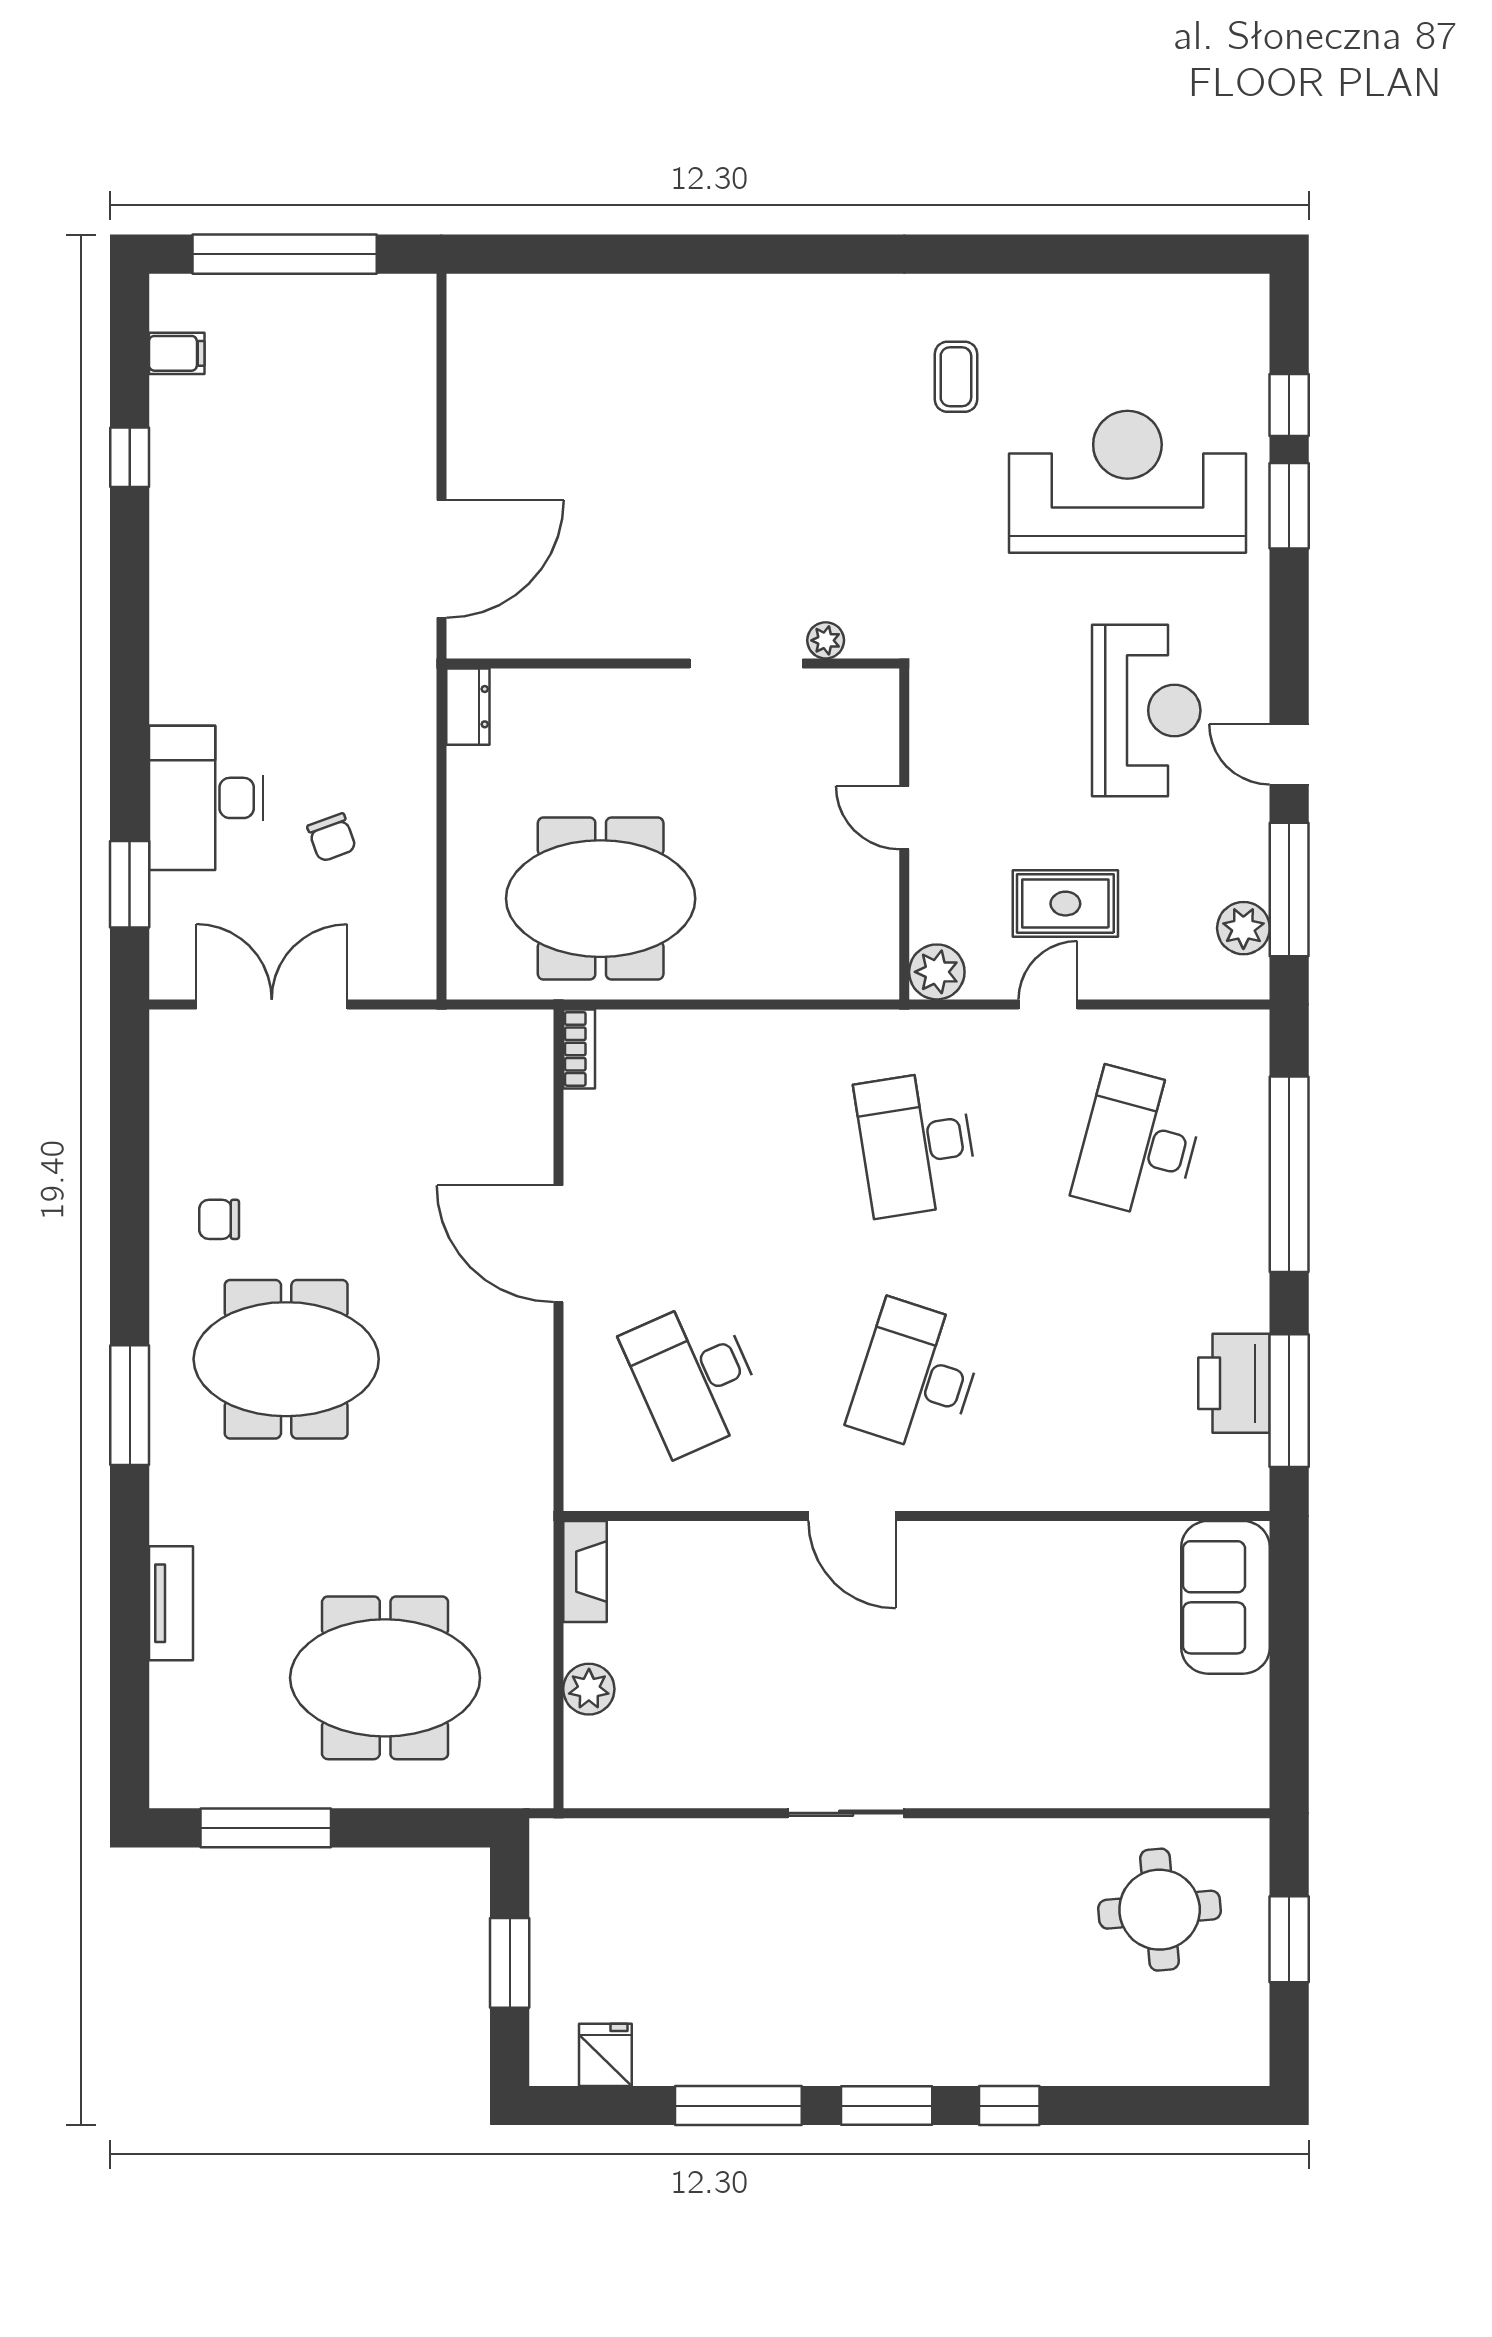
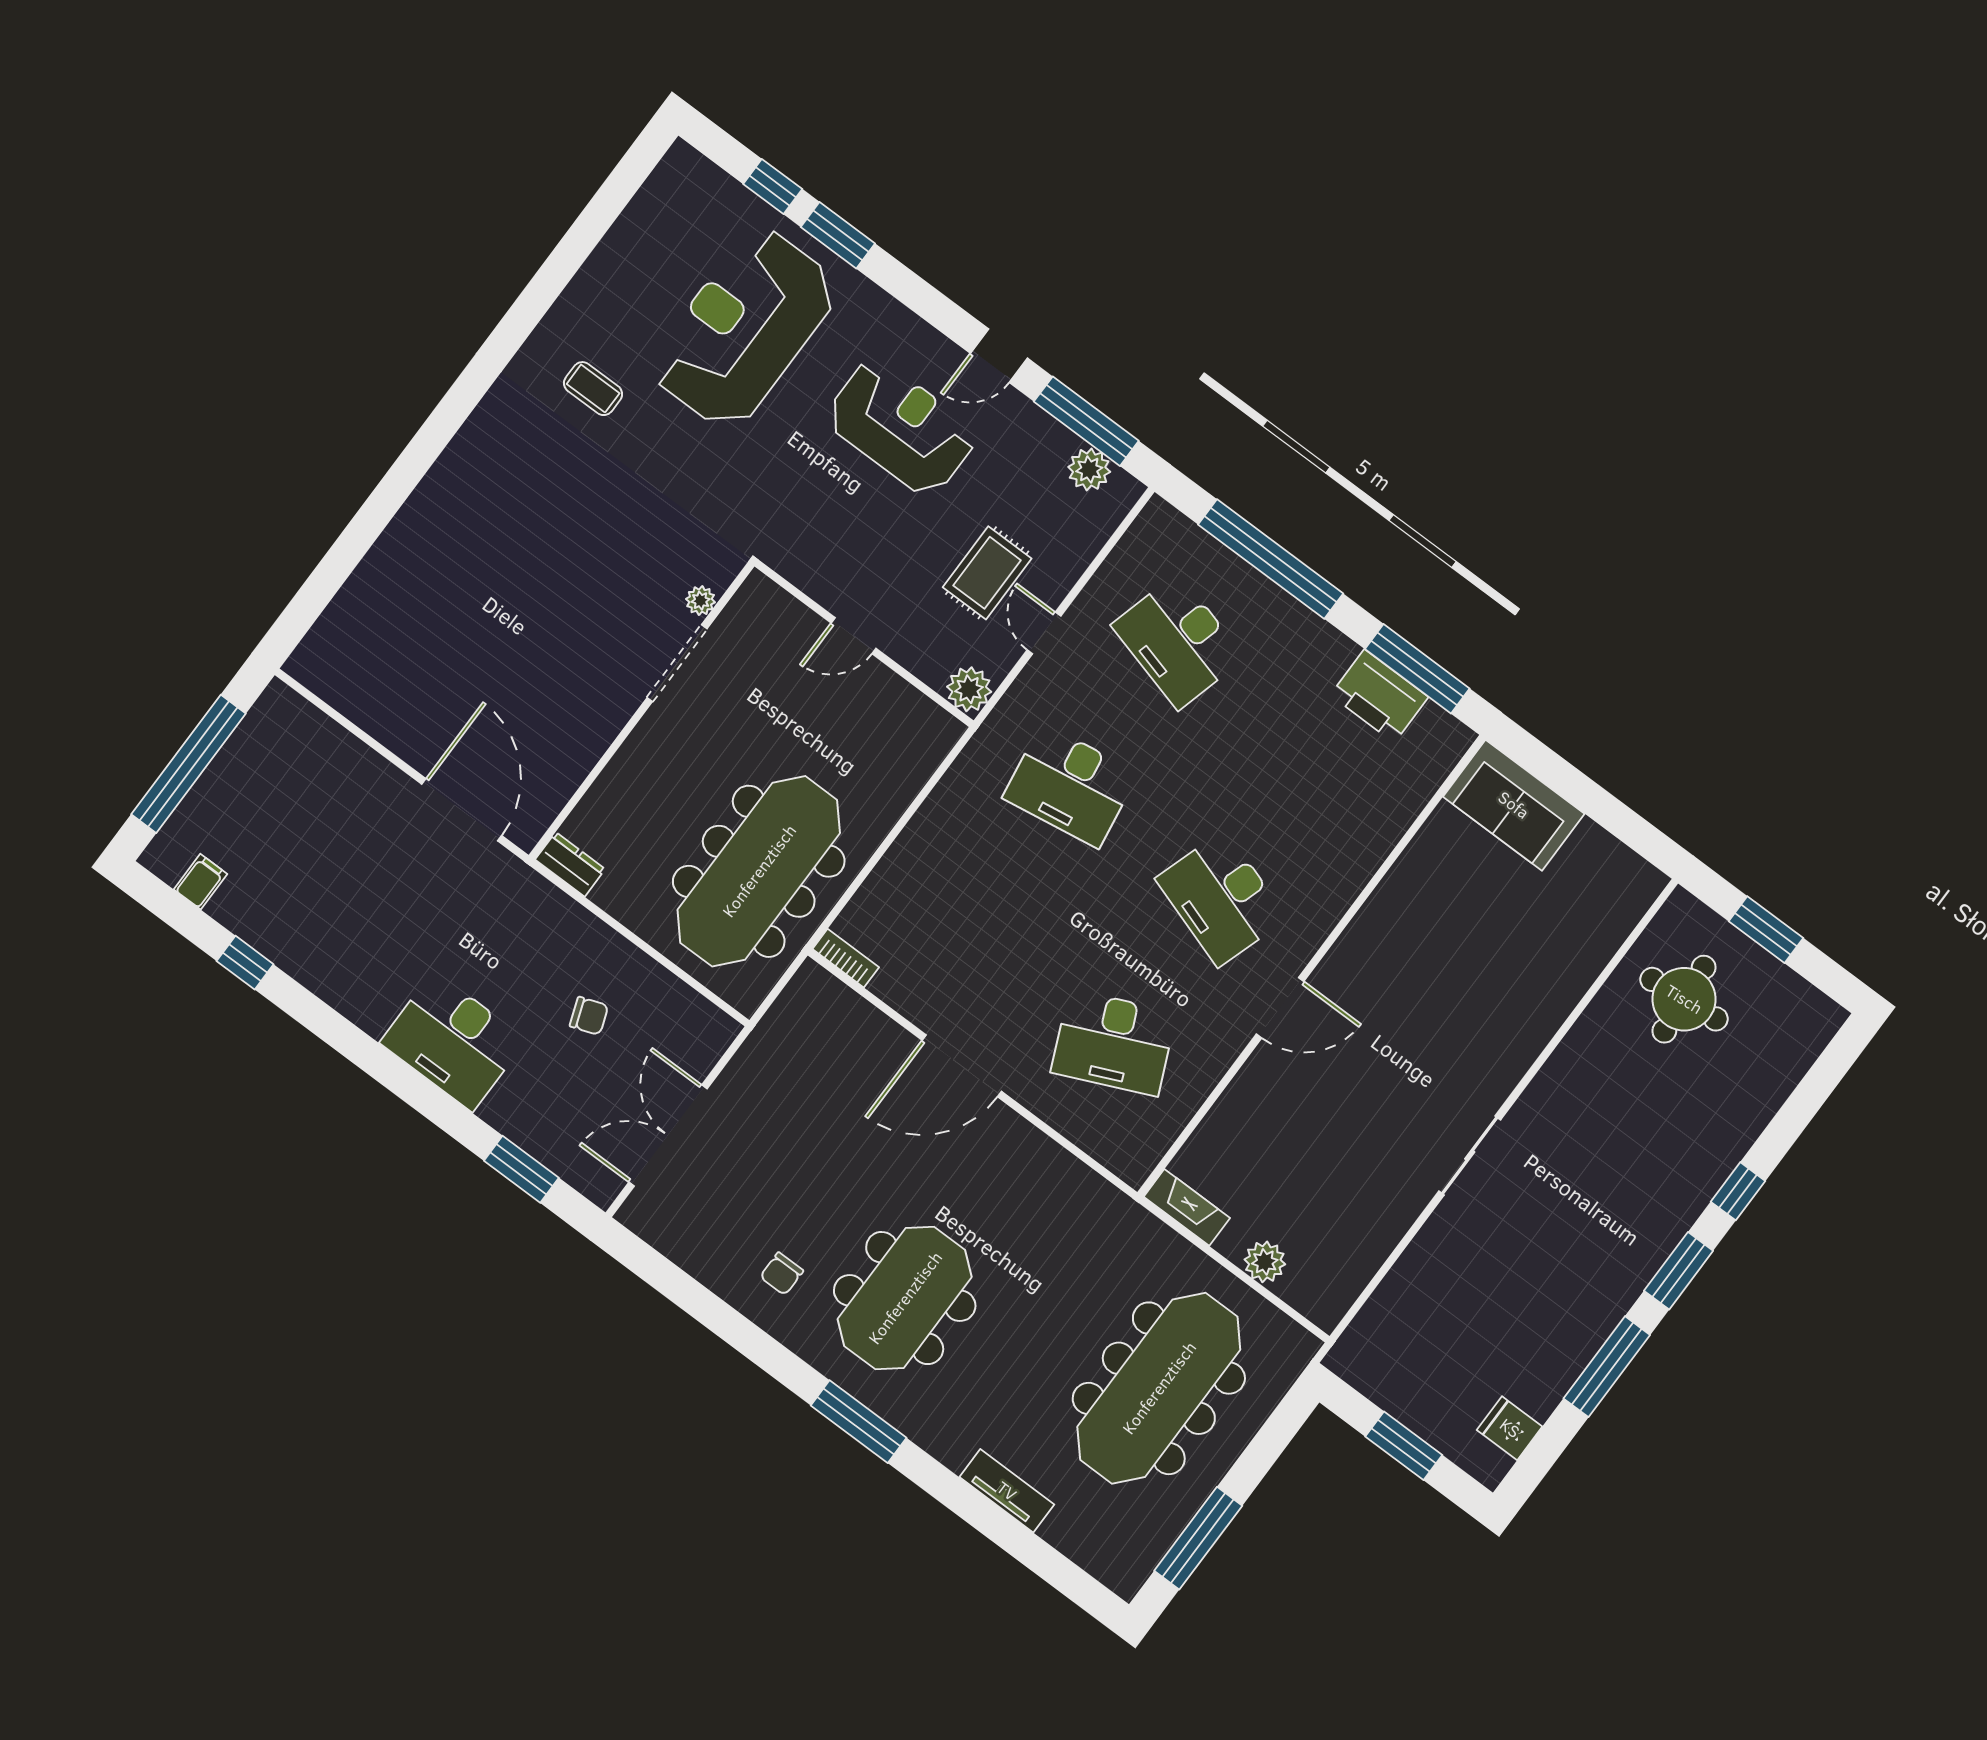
desk: (206, 798) -> (453, 1041), moved
meeting table: (601, 899) -> (759, 871), width x1.36
meeting table: (385, 1678) -> (1159, 1388), width x1.36

